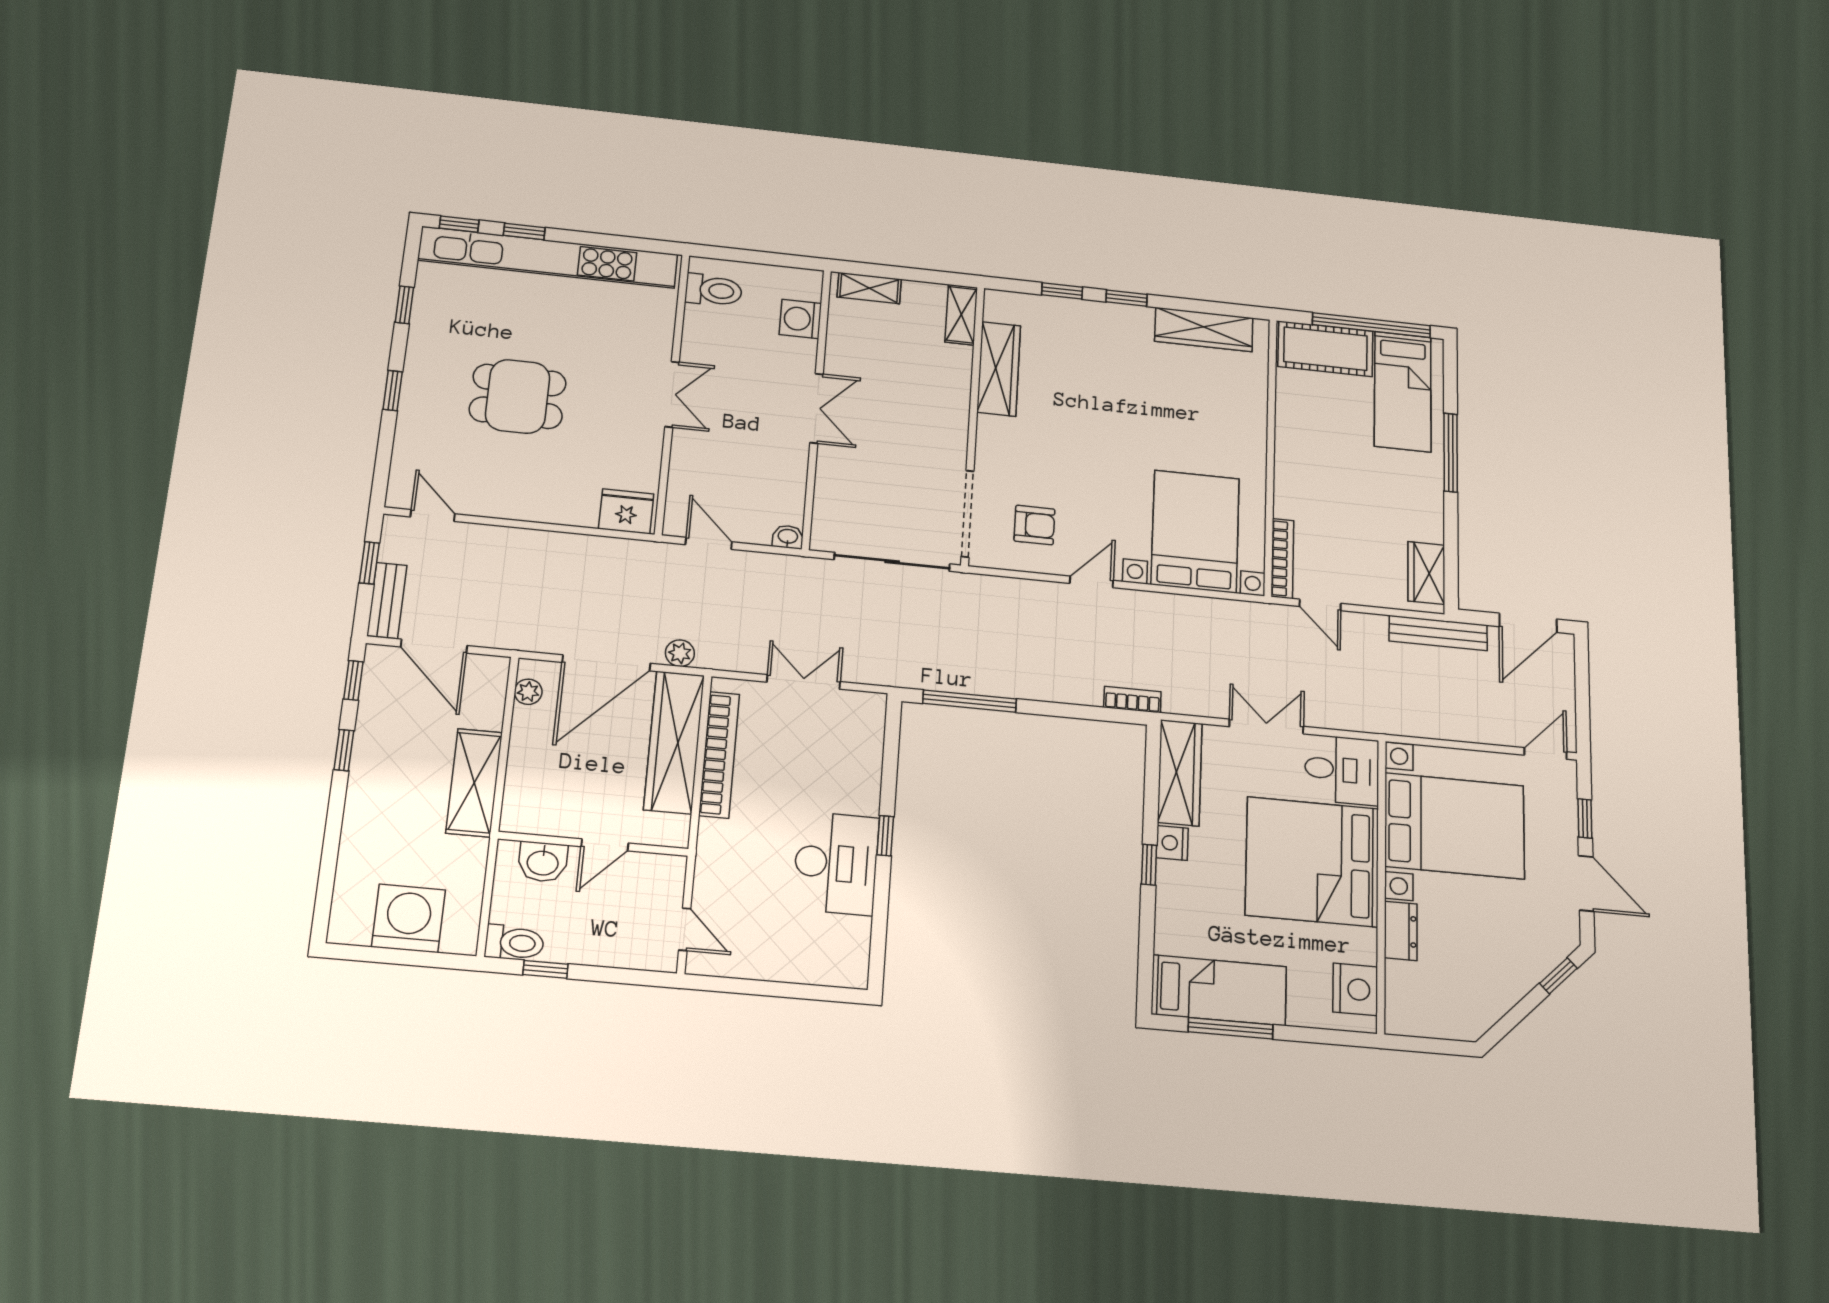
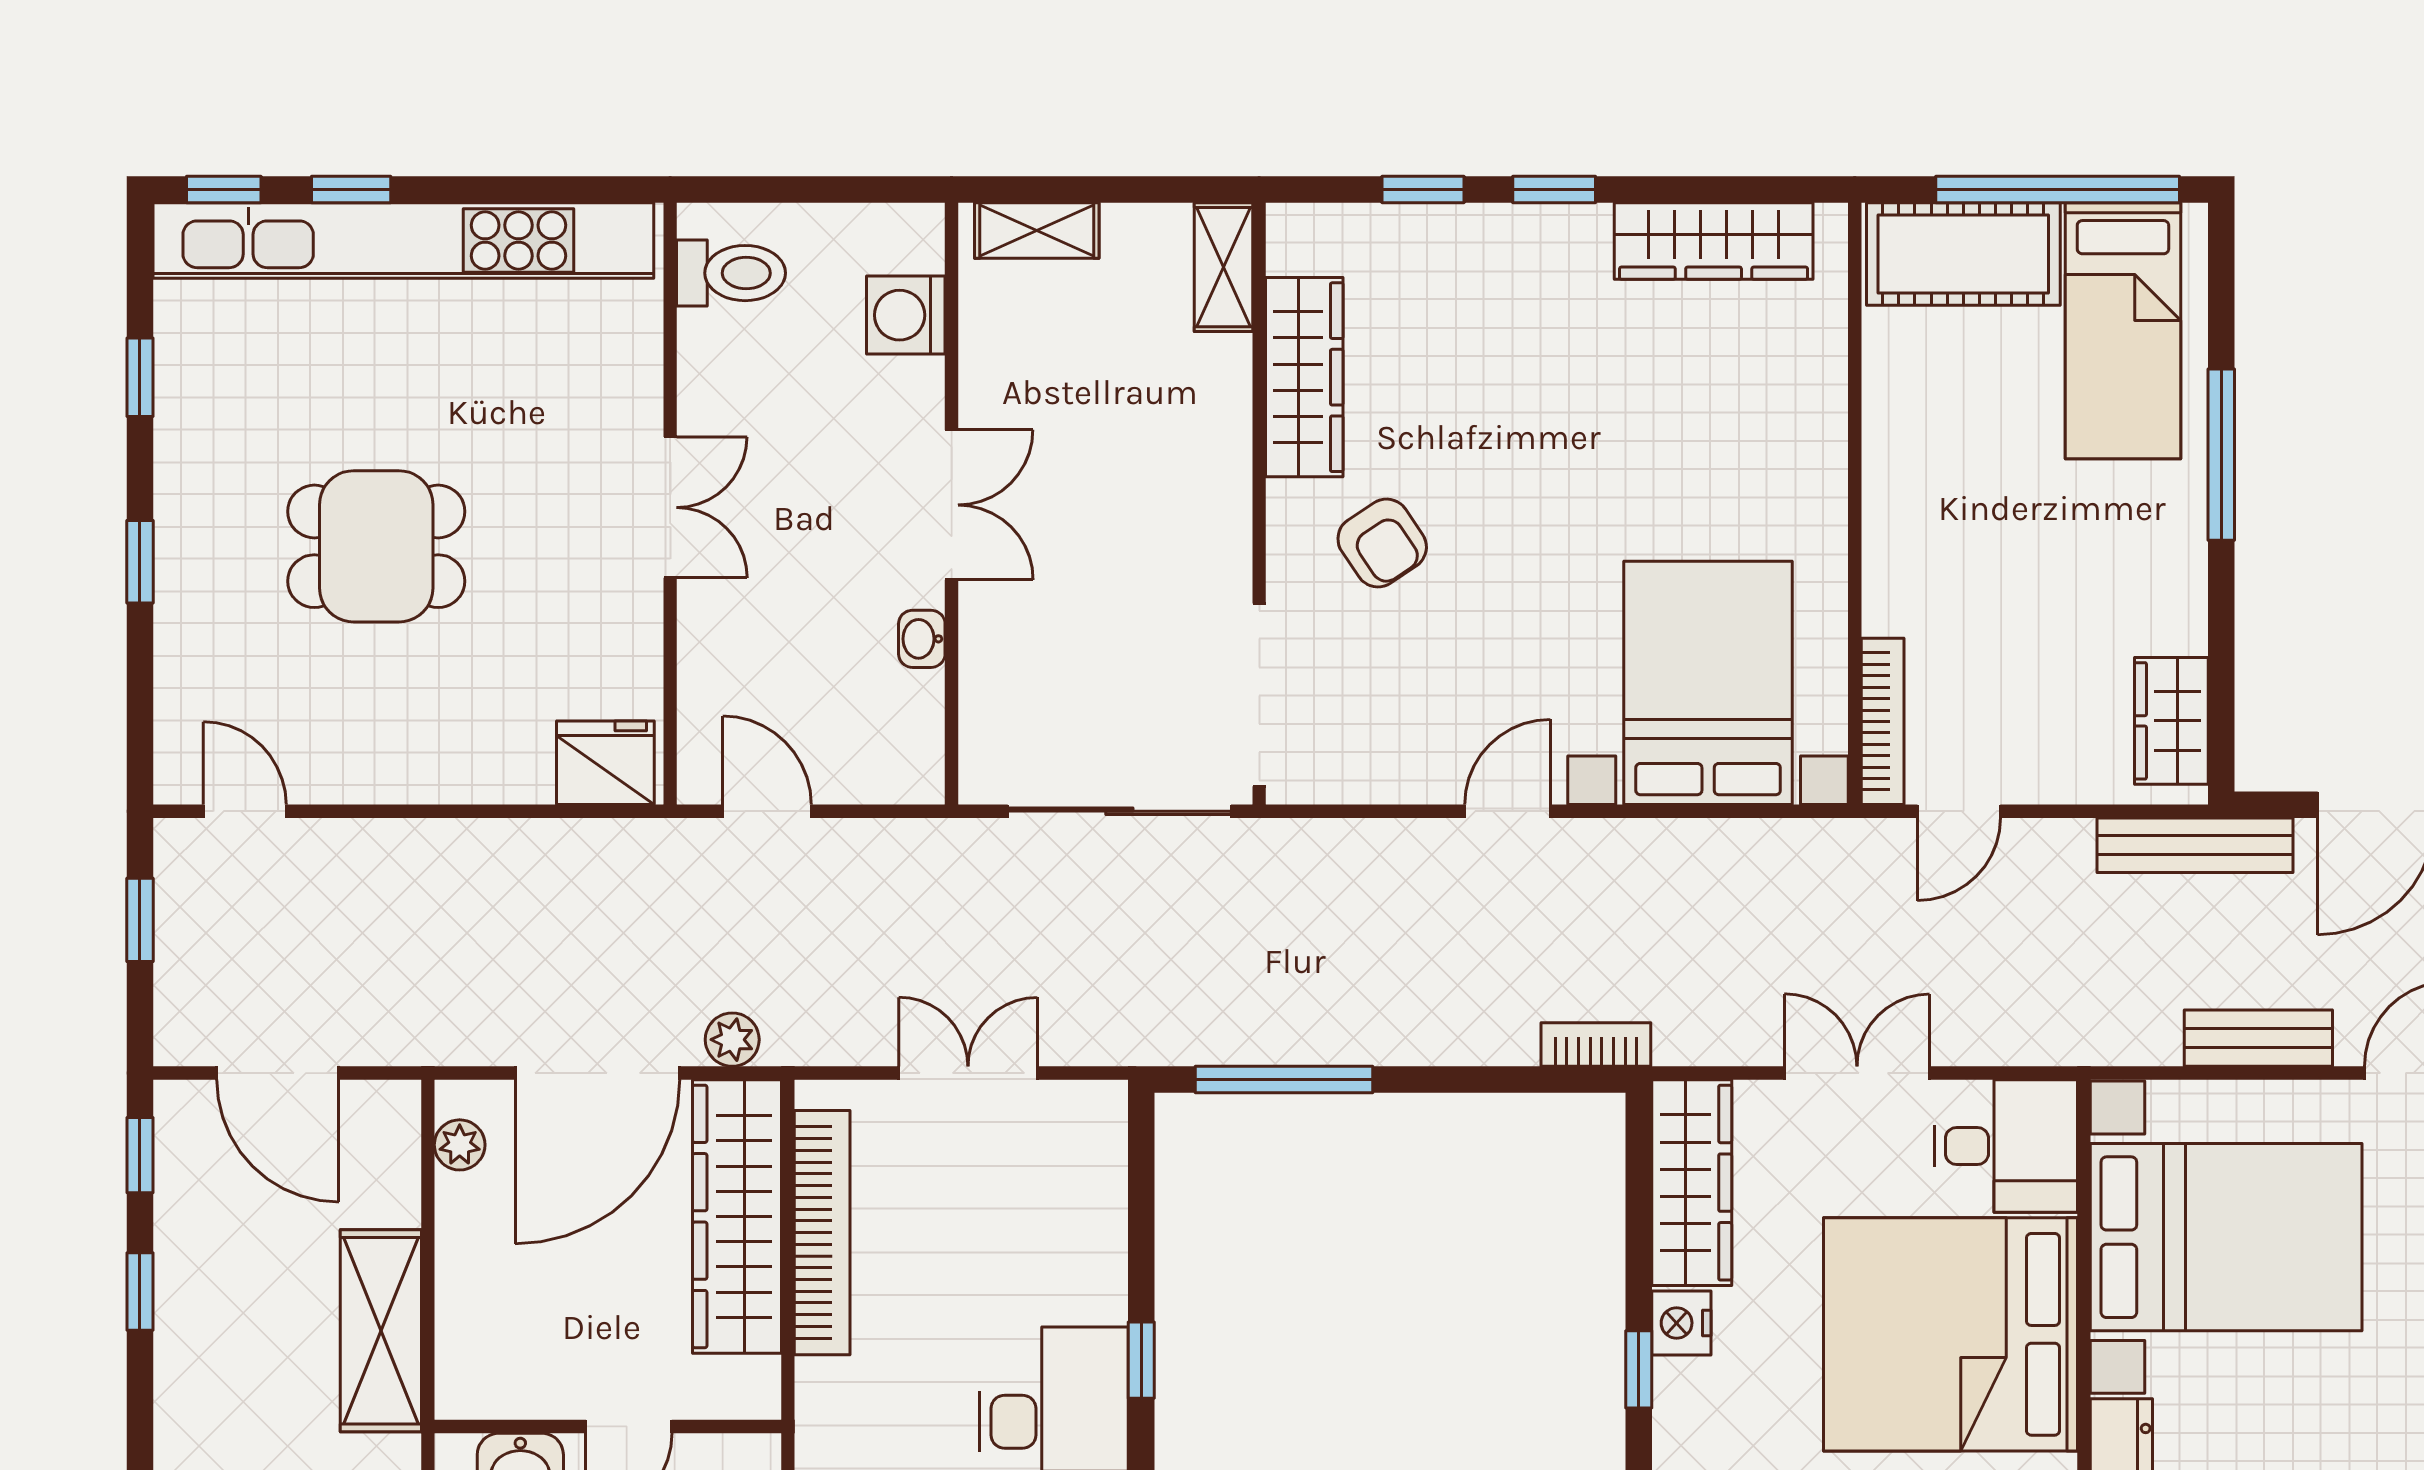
armchair: (1034, 525) -> (1382, 543), moved, turned 56
washbasin: (788, 537) -> (922, 639), moved, turned -90
bench: (387, 601) -> (2258, 1038), moved, turned 90
door: (1320, 605) -> (1959, 811), hinge flipped

